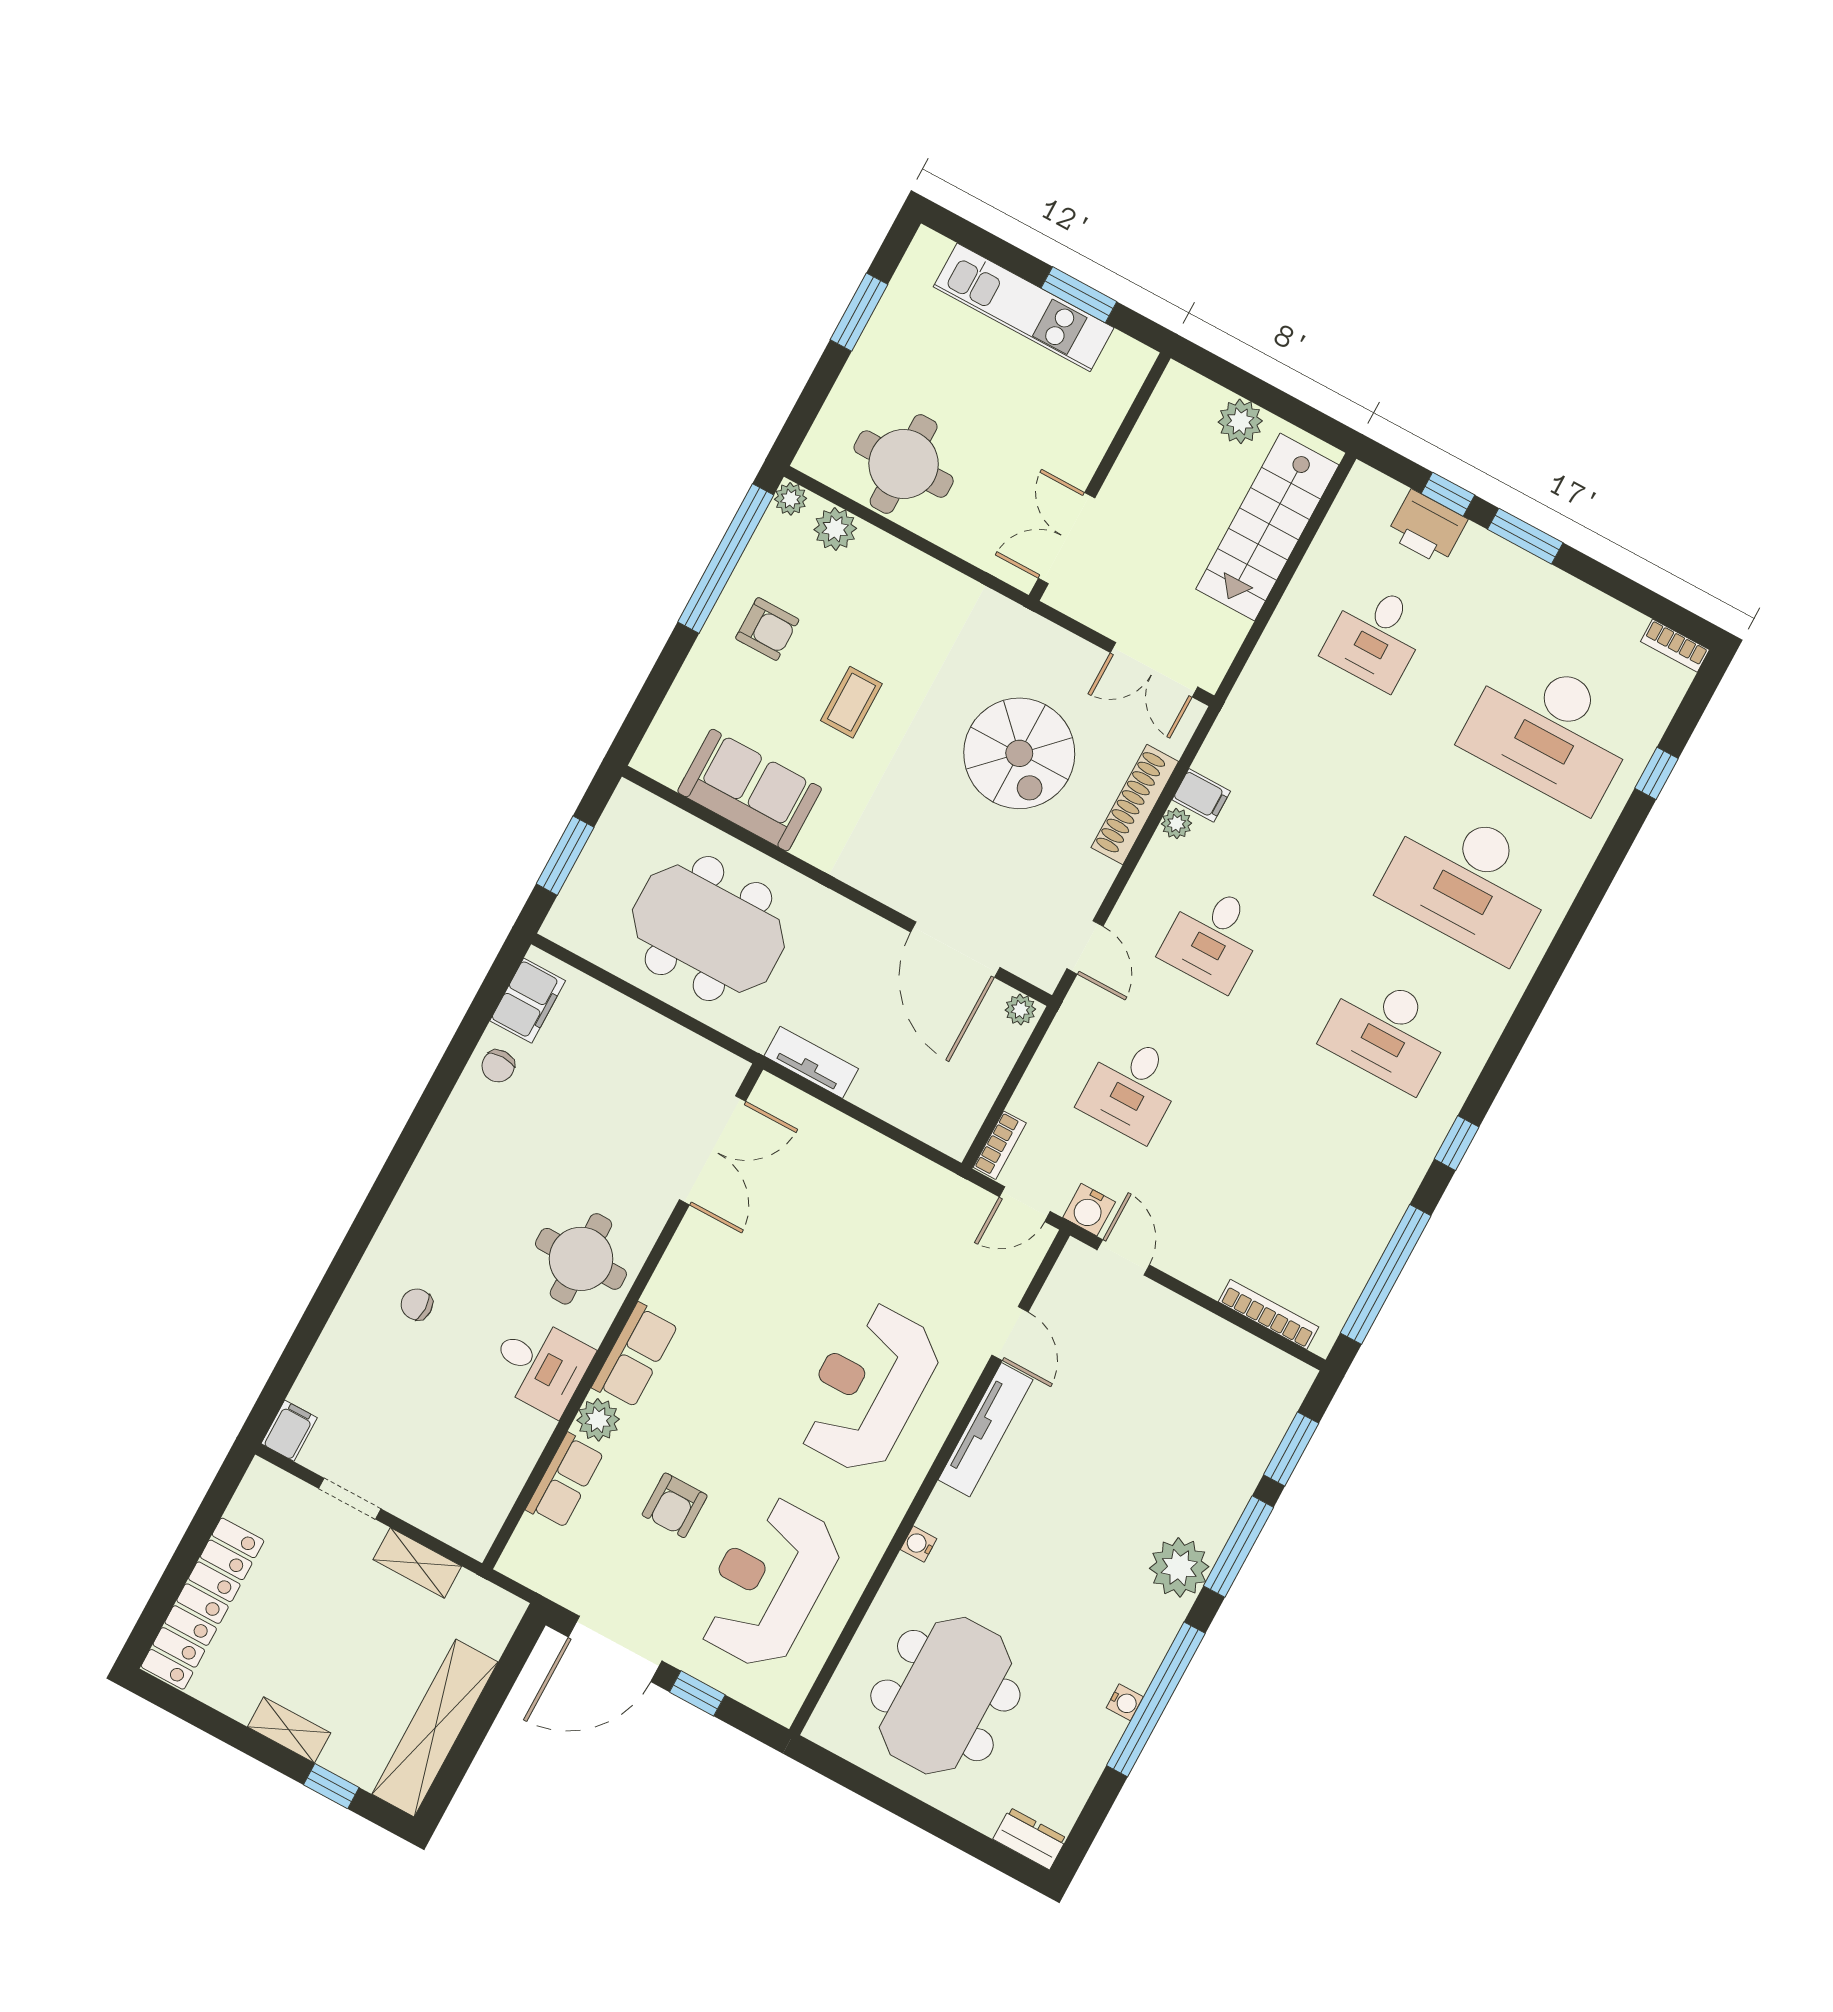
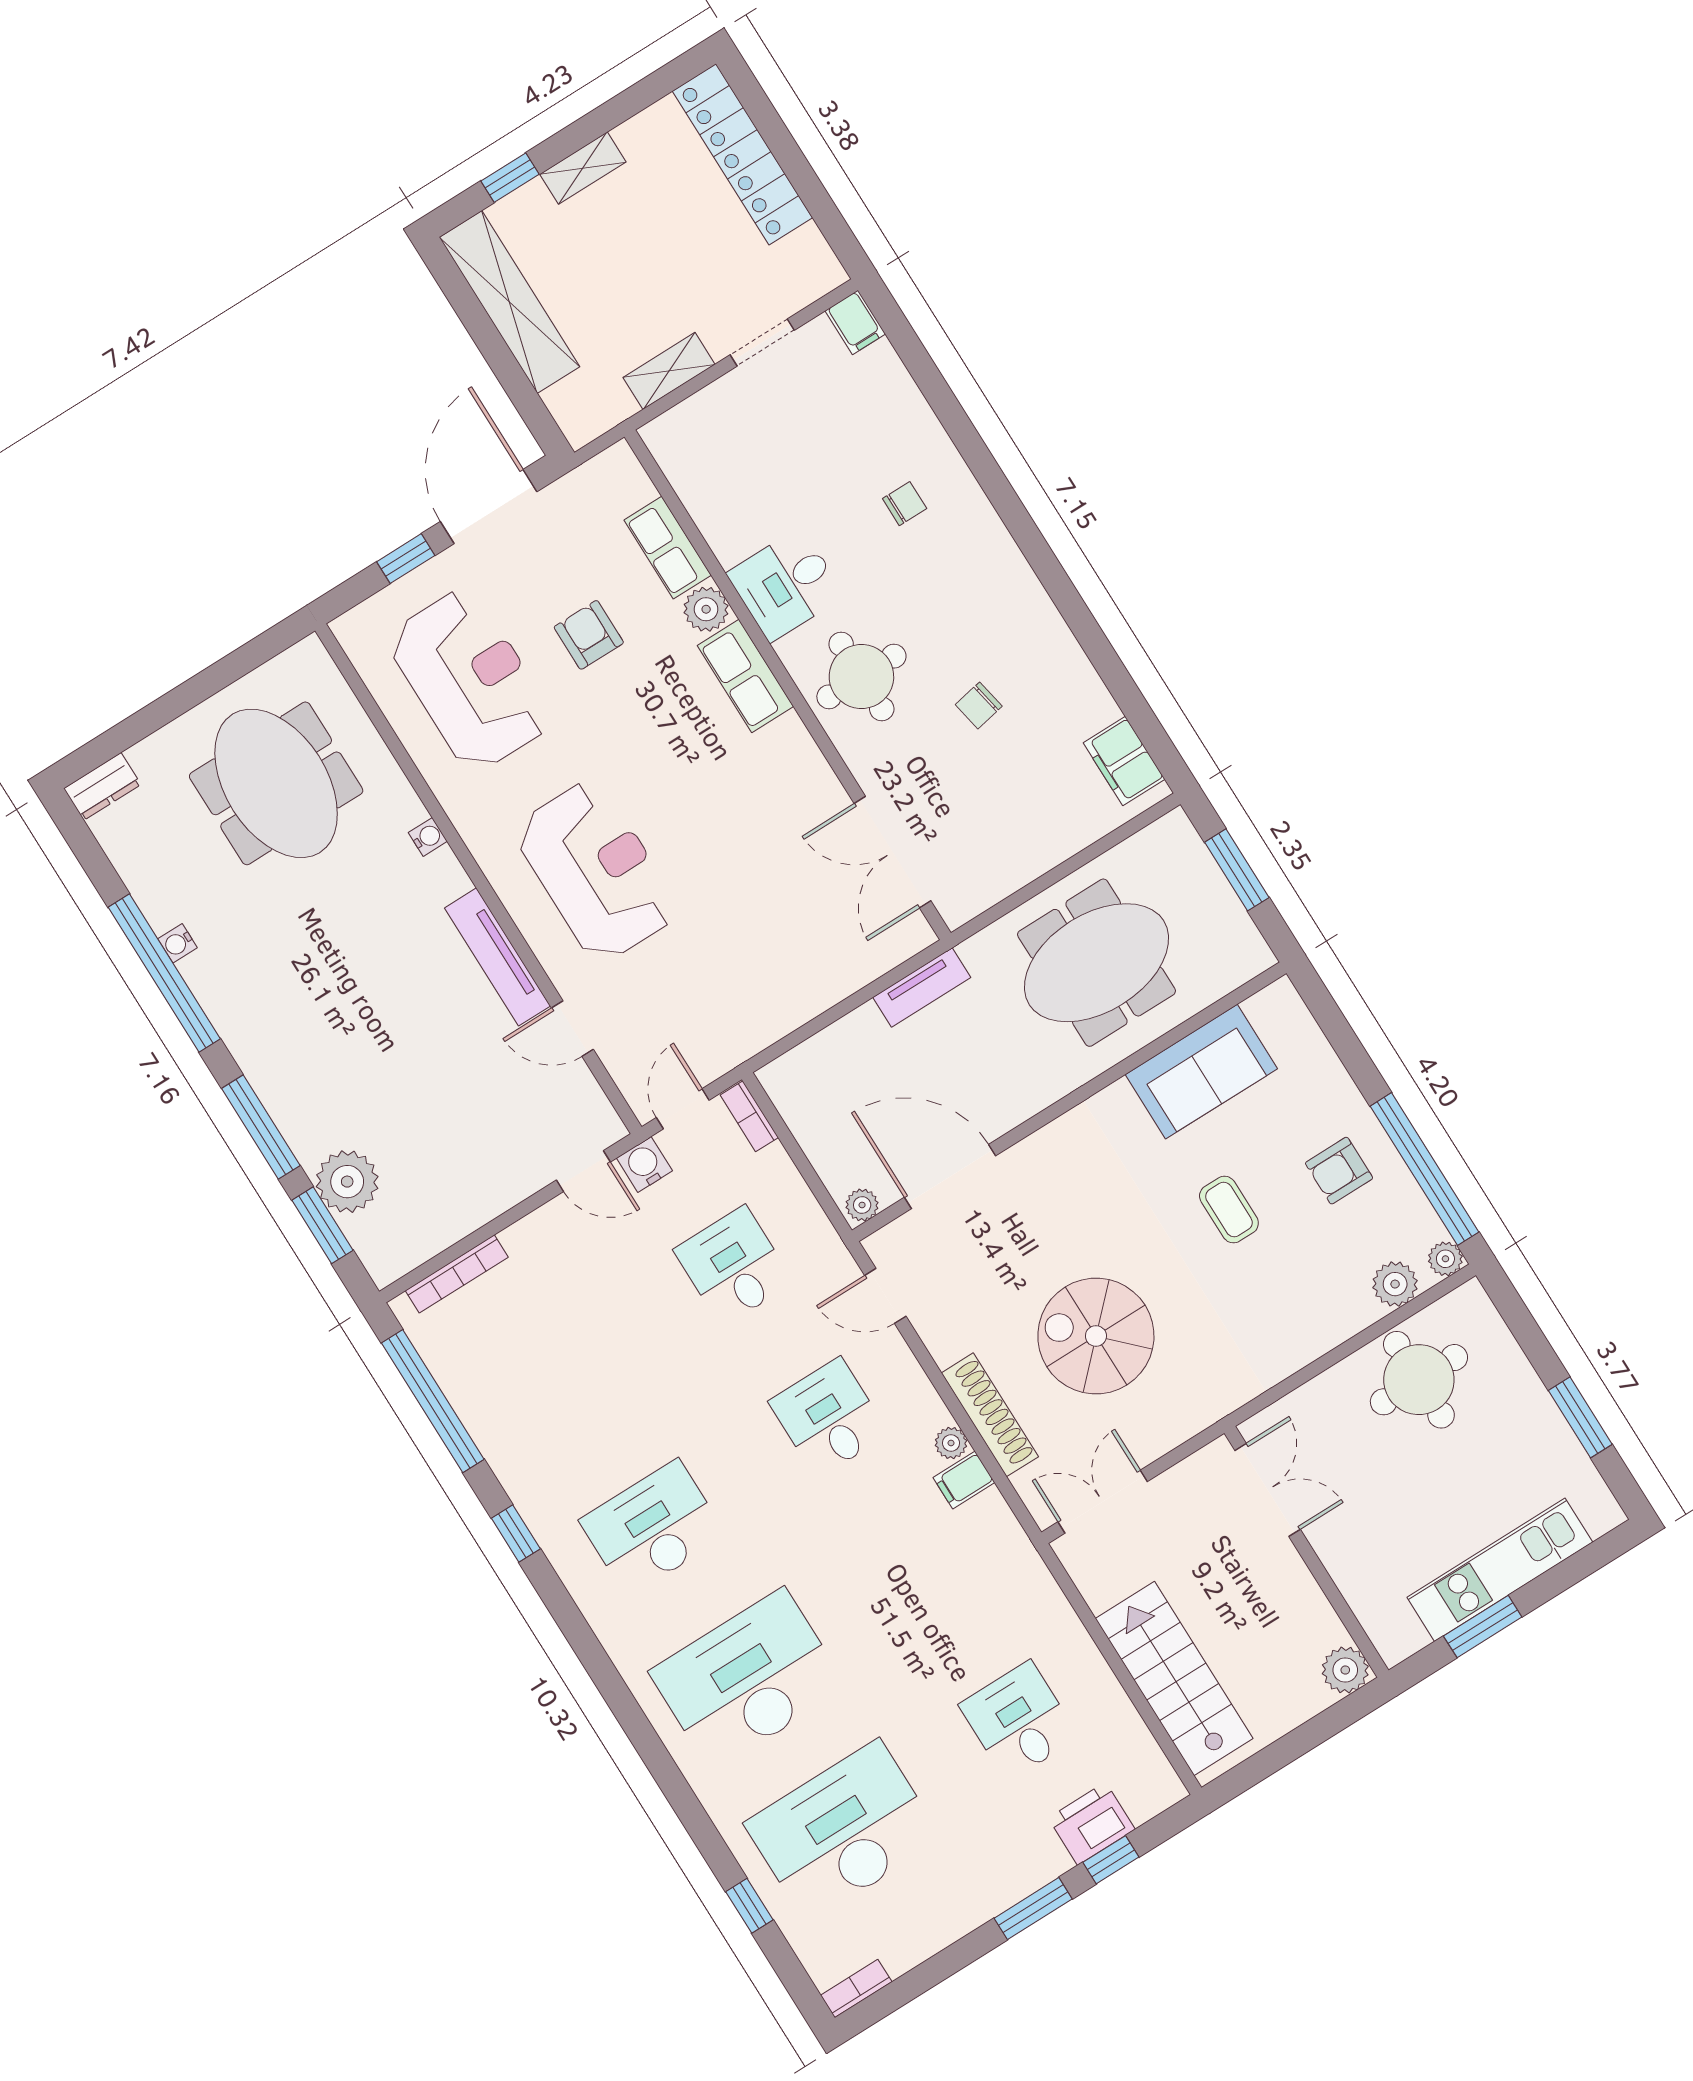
plant: (1240, 421) -> (1345, 1670), moved
chair: (498, 1066) -> (979, 705), moved, turned -101
plant: (1179, 1567) -> (347, 1182), moved

